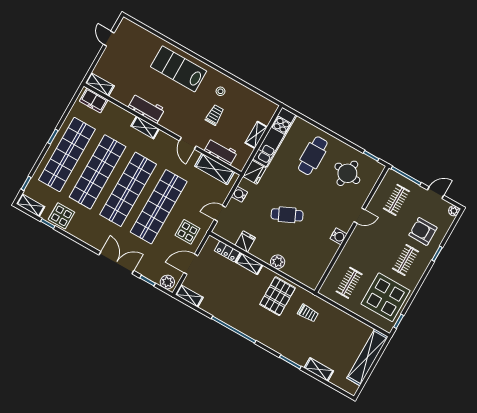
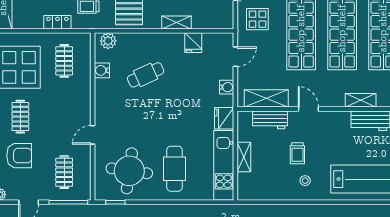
round table: (347, 173) -> (129, 171), width x1.36, depth x1.36
cafe table: (287, 215) -> (146, 75), moved
water cooler: (339, 236) -> (102, 70), moved
locker: (227, 251) -> (57, 22), moved
plant: (278, 262) -> (108, 41), moved

